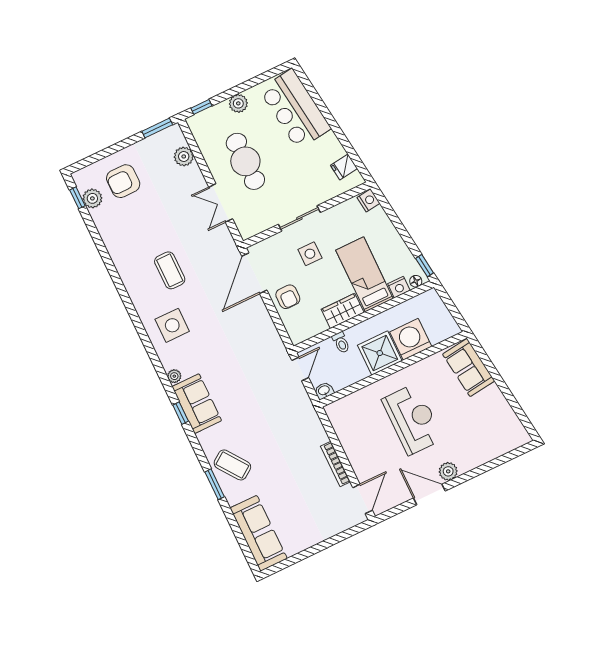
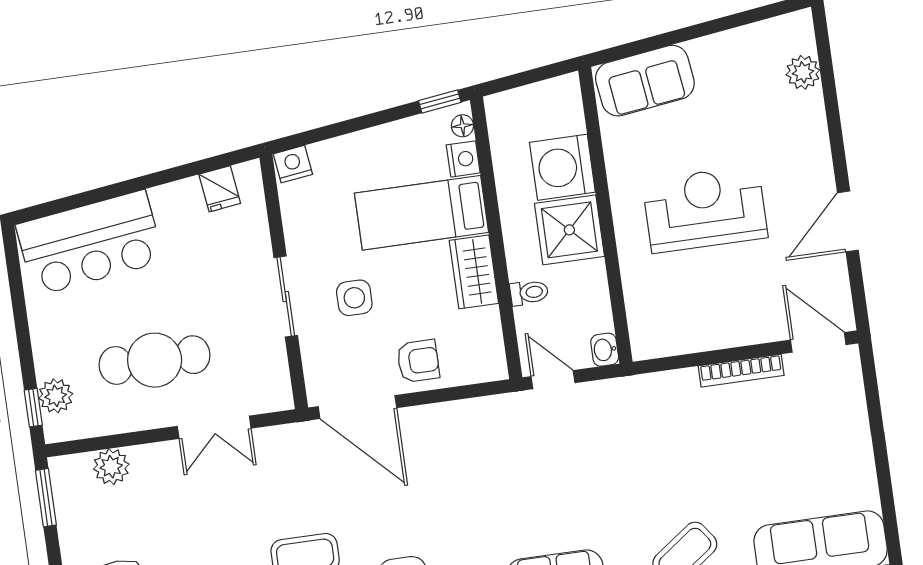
plant: (238, 103) -> (56, 396), moved
plant: (448, 471) -> (803, 72), moved

